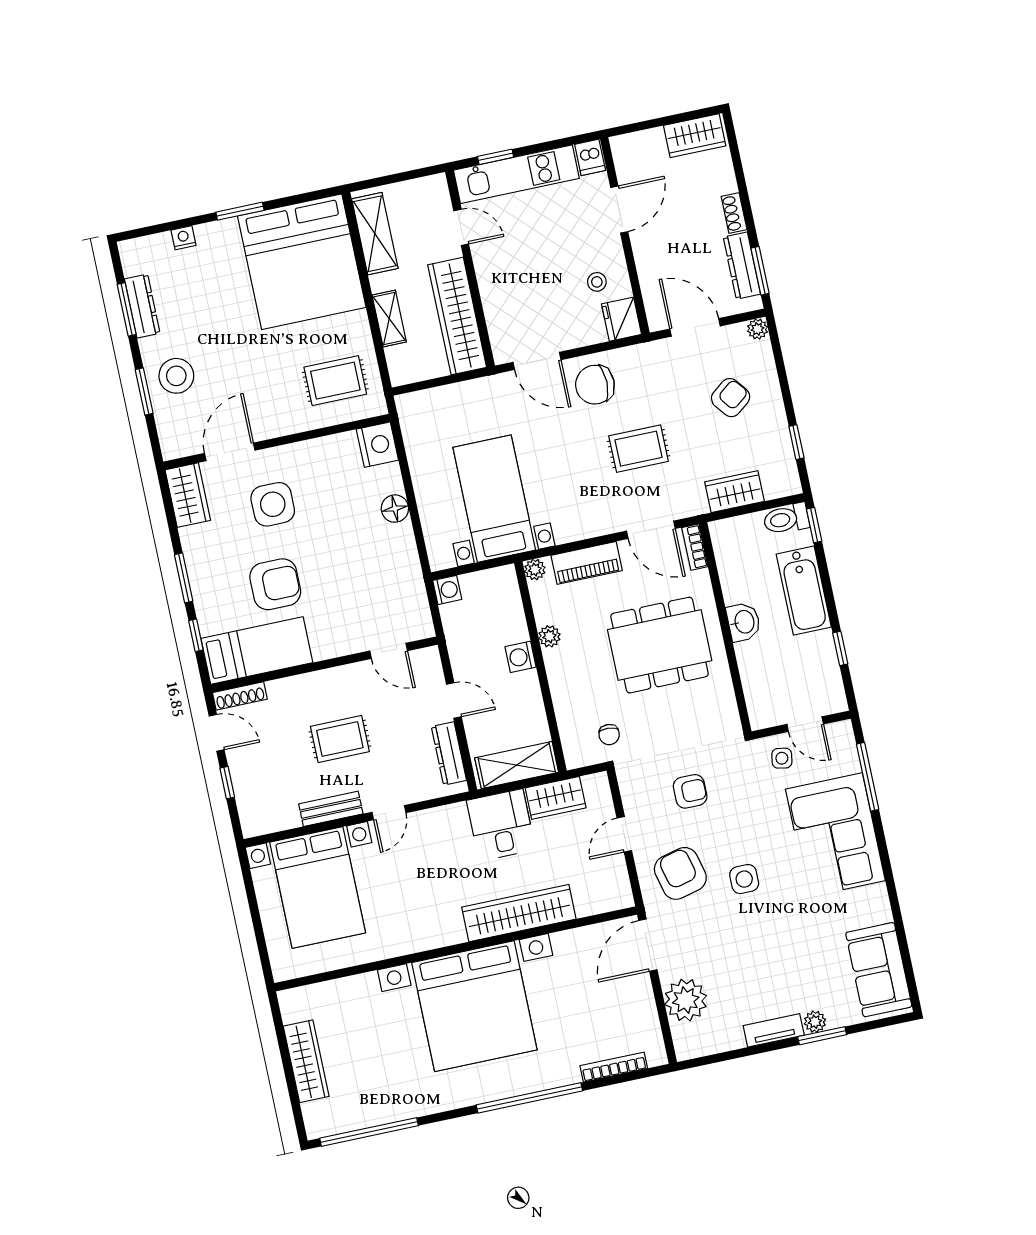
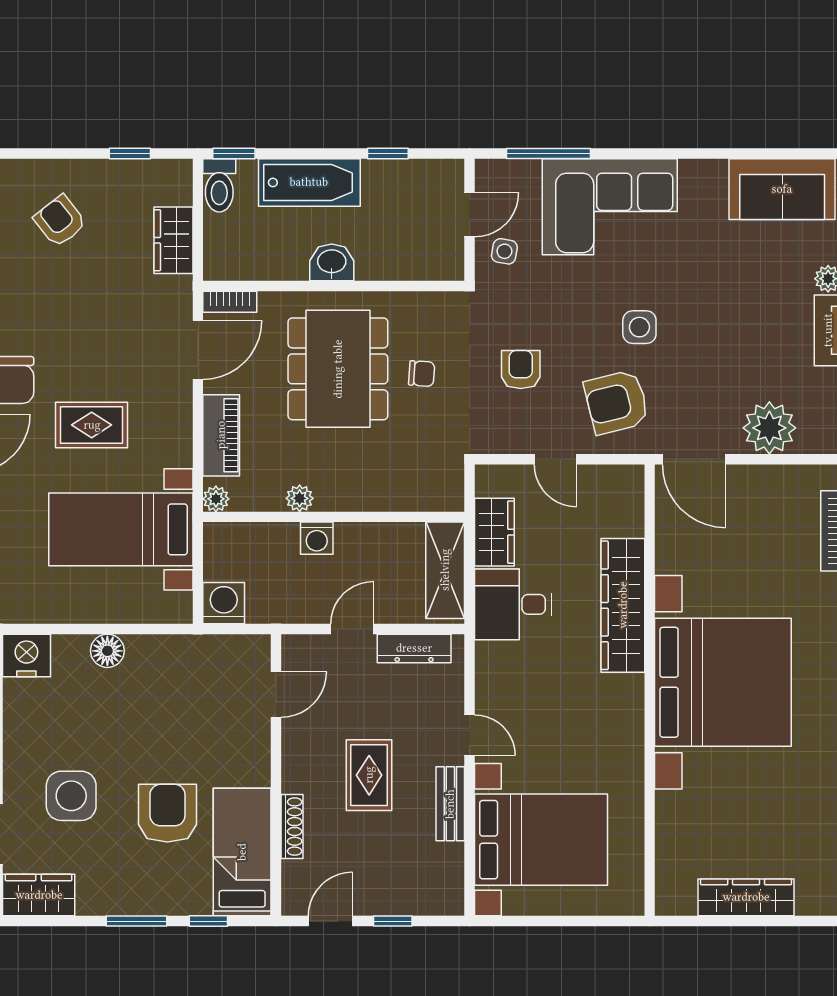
rug: (639, 449) -> (92, 425), moved, turned 90
washing machine: (447, 590) -> (224, 603), width x1.38, depth x1.38
shoe rack: (240, 696) -> (292, 827), moved
chair: (609, 735) -> (422, 374), moved

